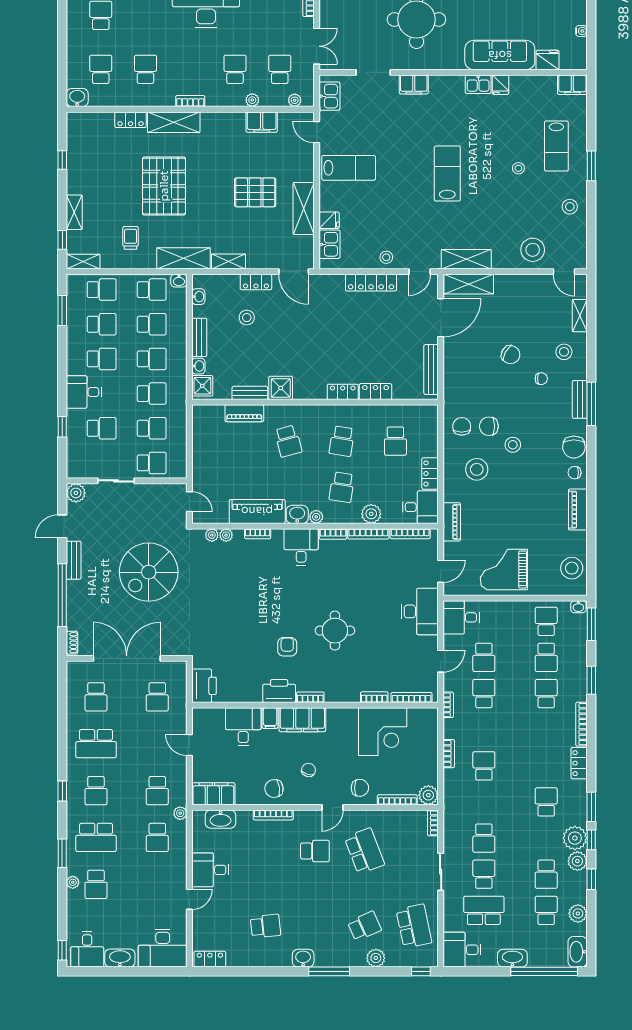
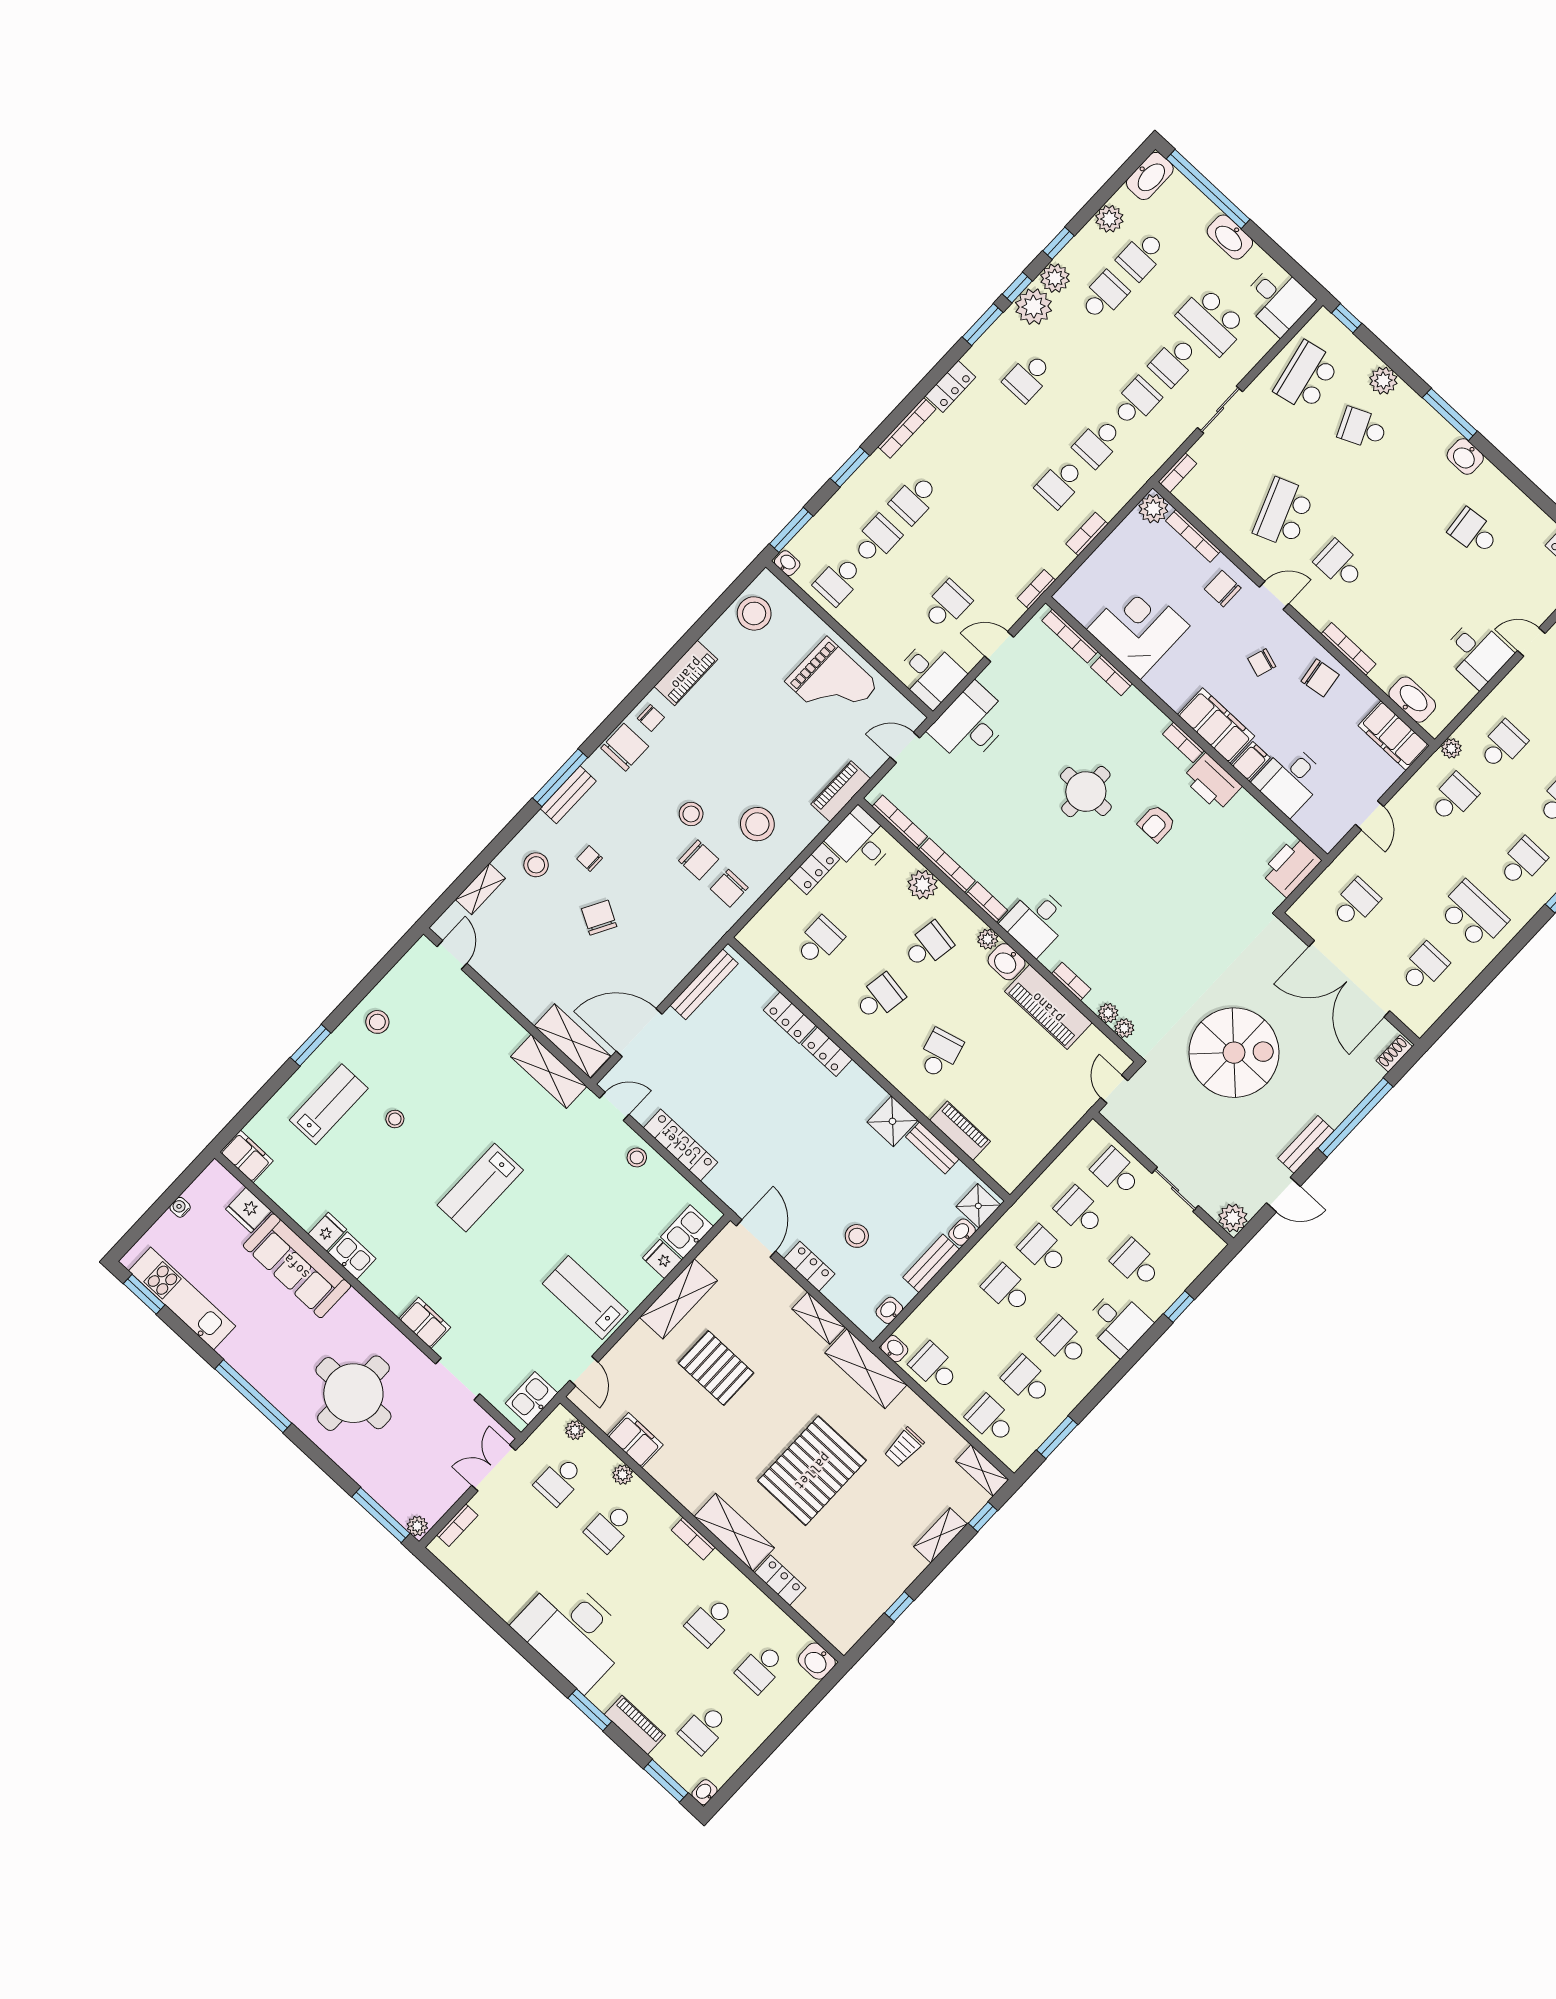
stool: (533, 250) -> (464, 1012), removed
school desk: (152, 324) -> (971, 1328), removed
school desk: (484, 694) -> (1098, 443), moved

